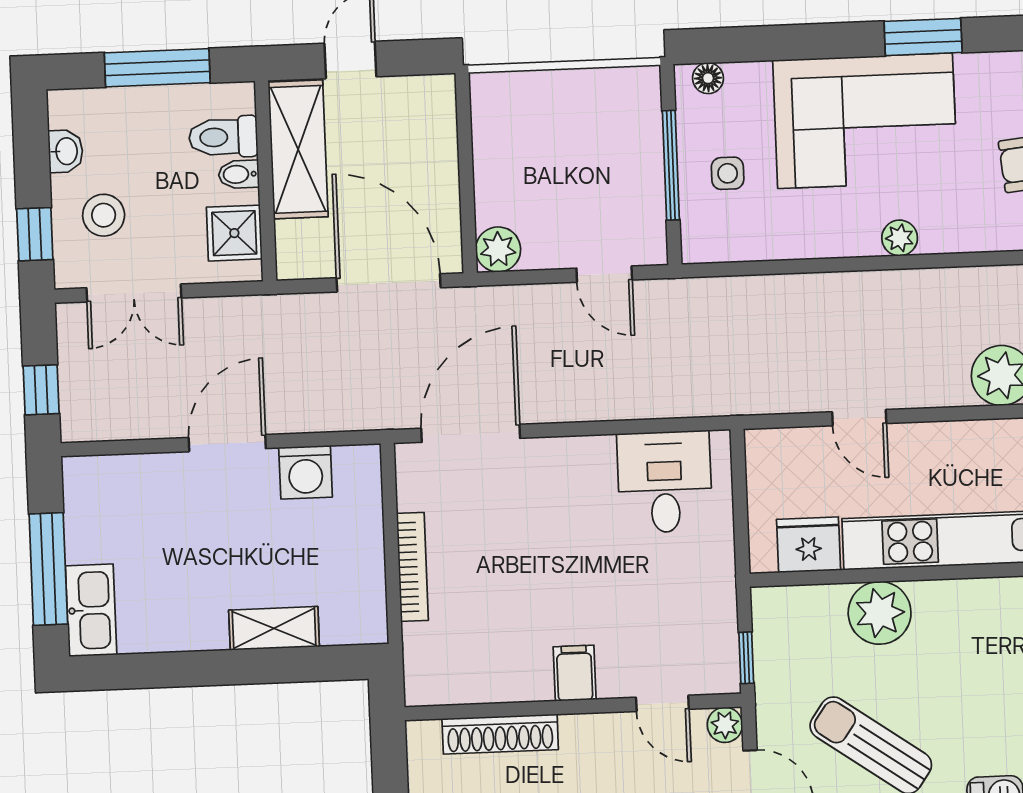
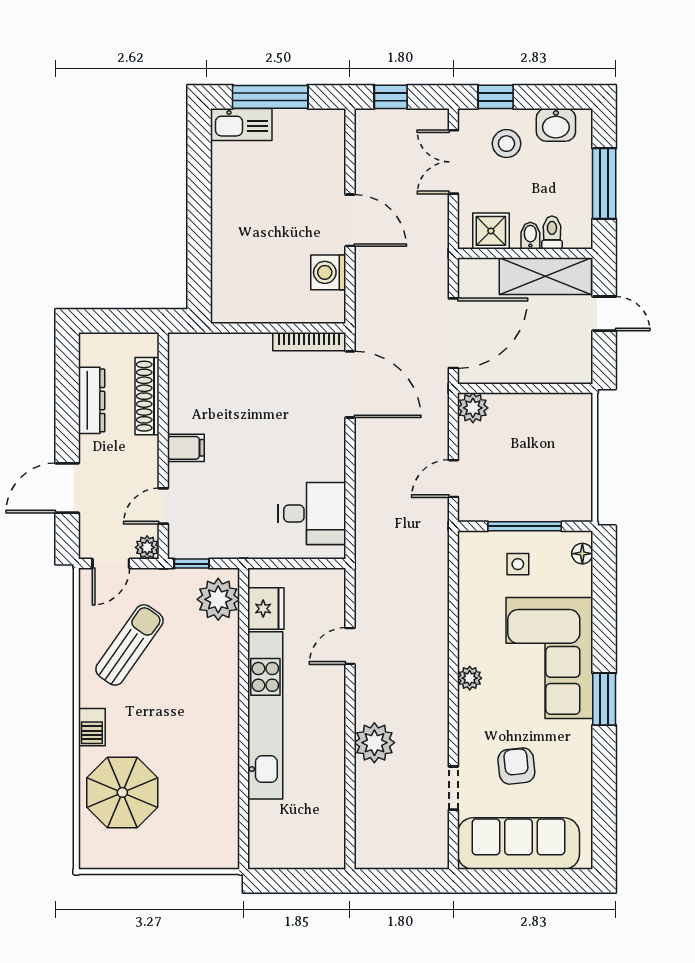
toilet: (223, 137) -> (552, 233), width x0.73, depth x0.72
washbasin: (66, 151) -> (556, 125), width x1.38, depth x1.45
bookcase: (412, 567) -> (309, 342), moved
plant: (880, 613) -> (218, 599), moved
shelving: (274, 628) -> (224, 247), removed

